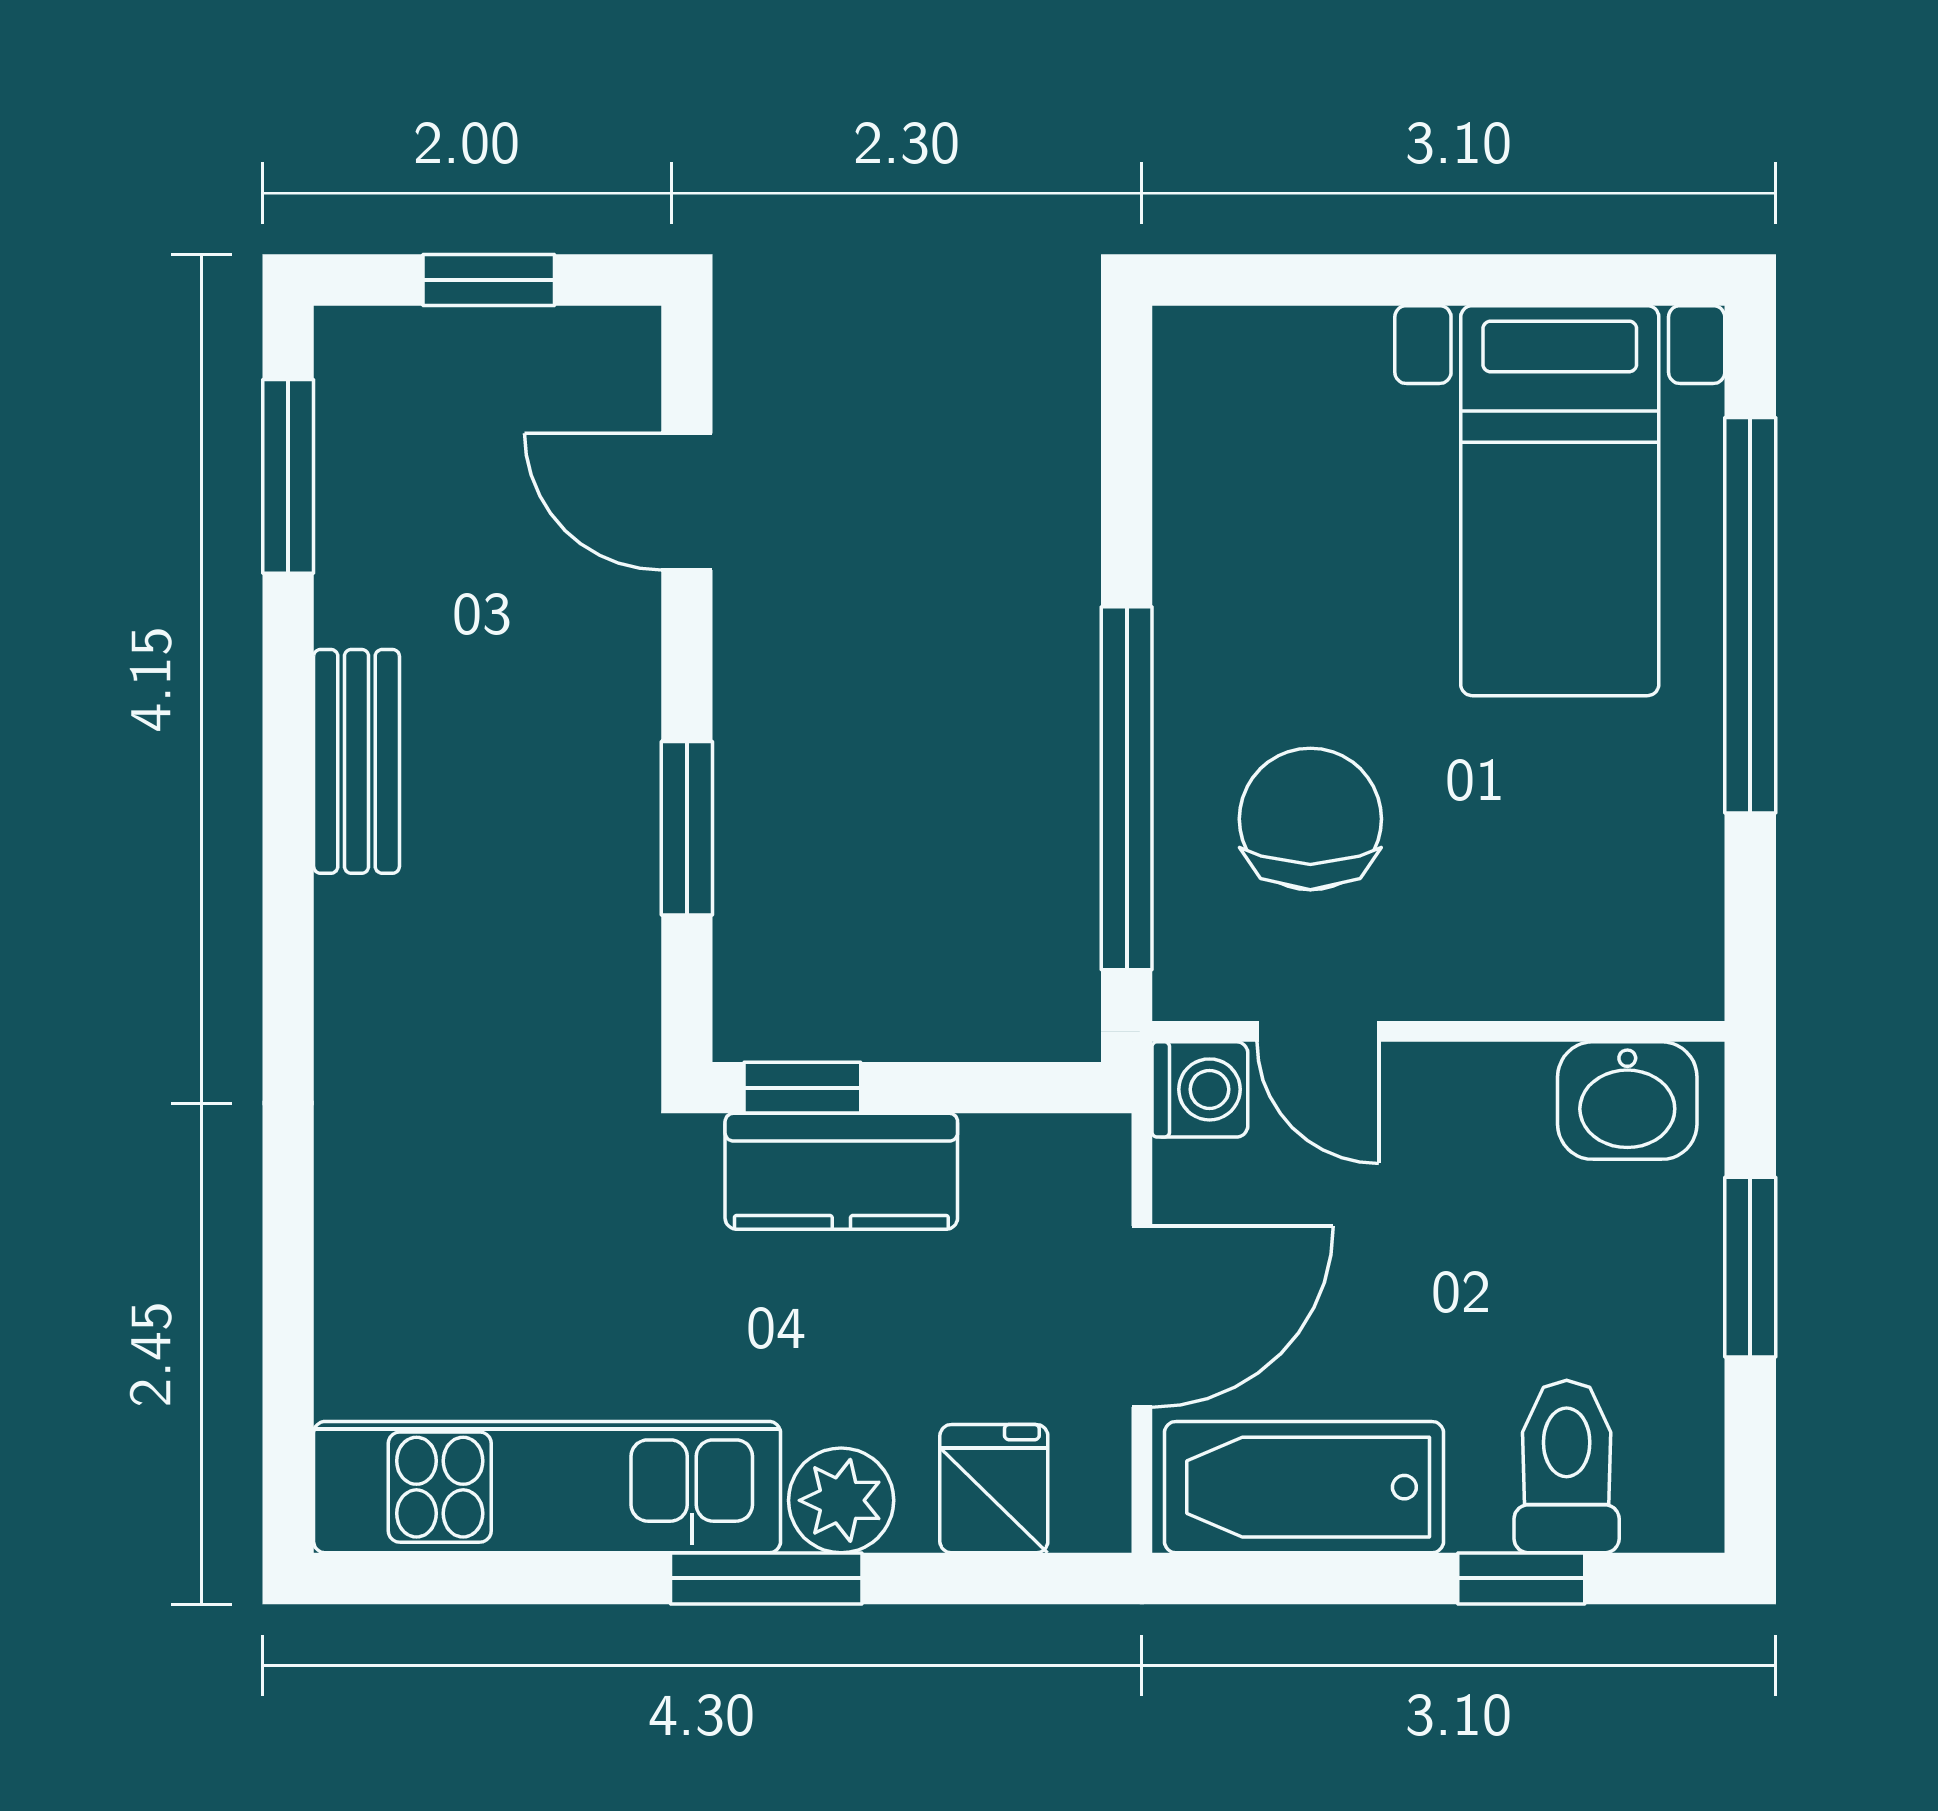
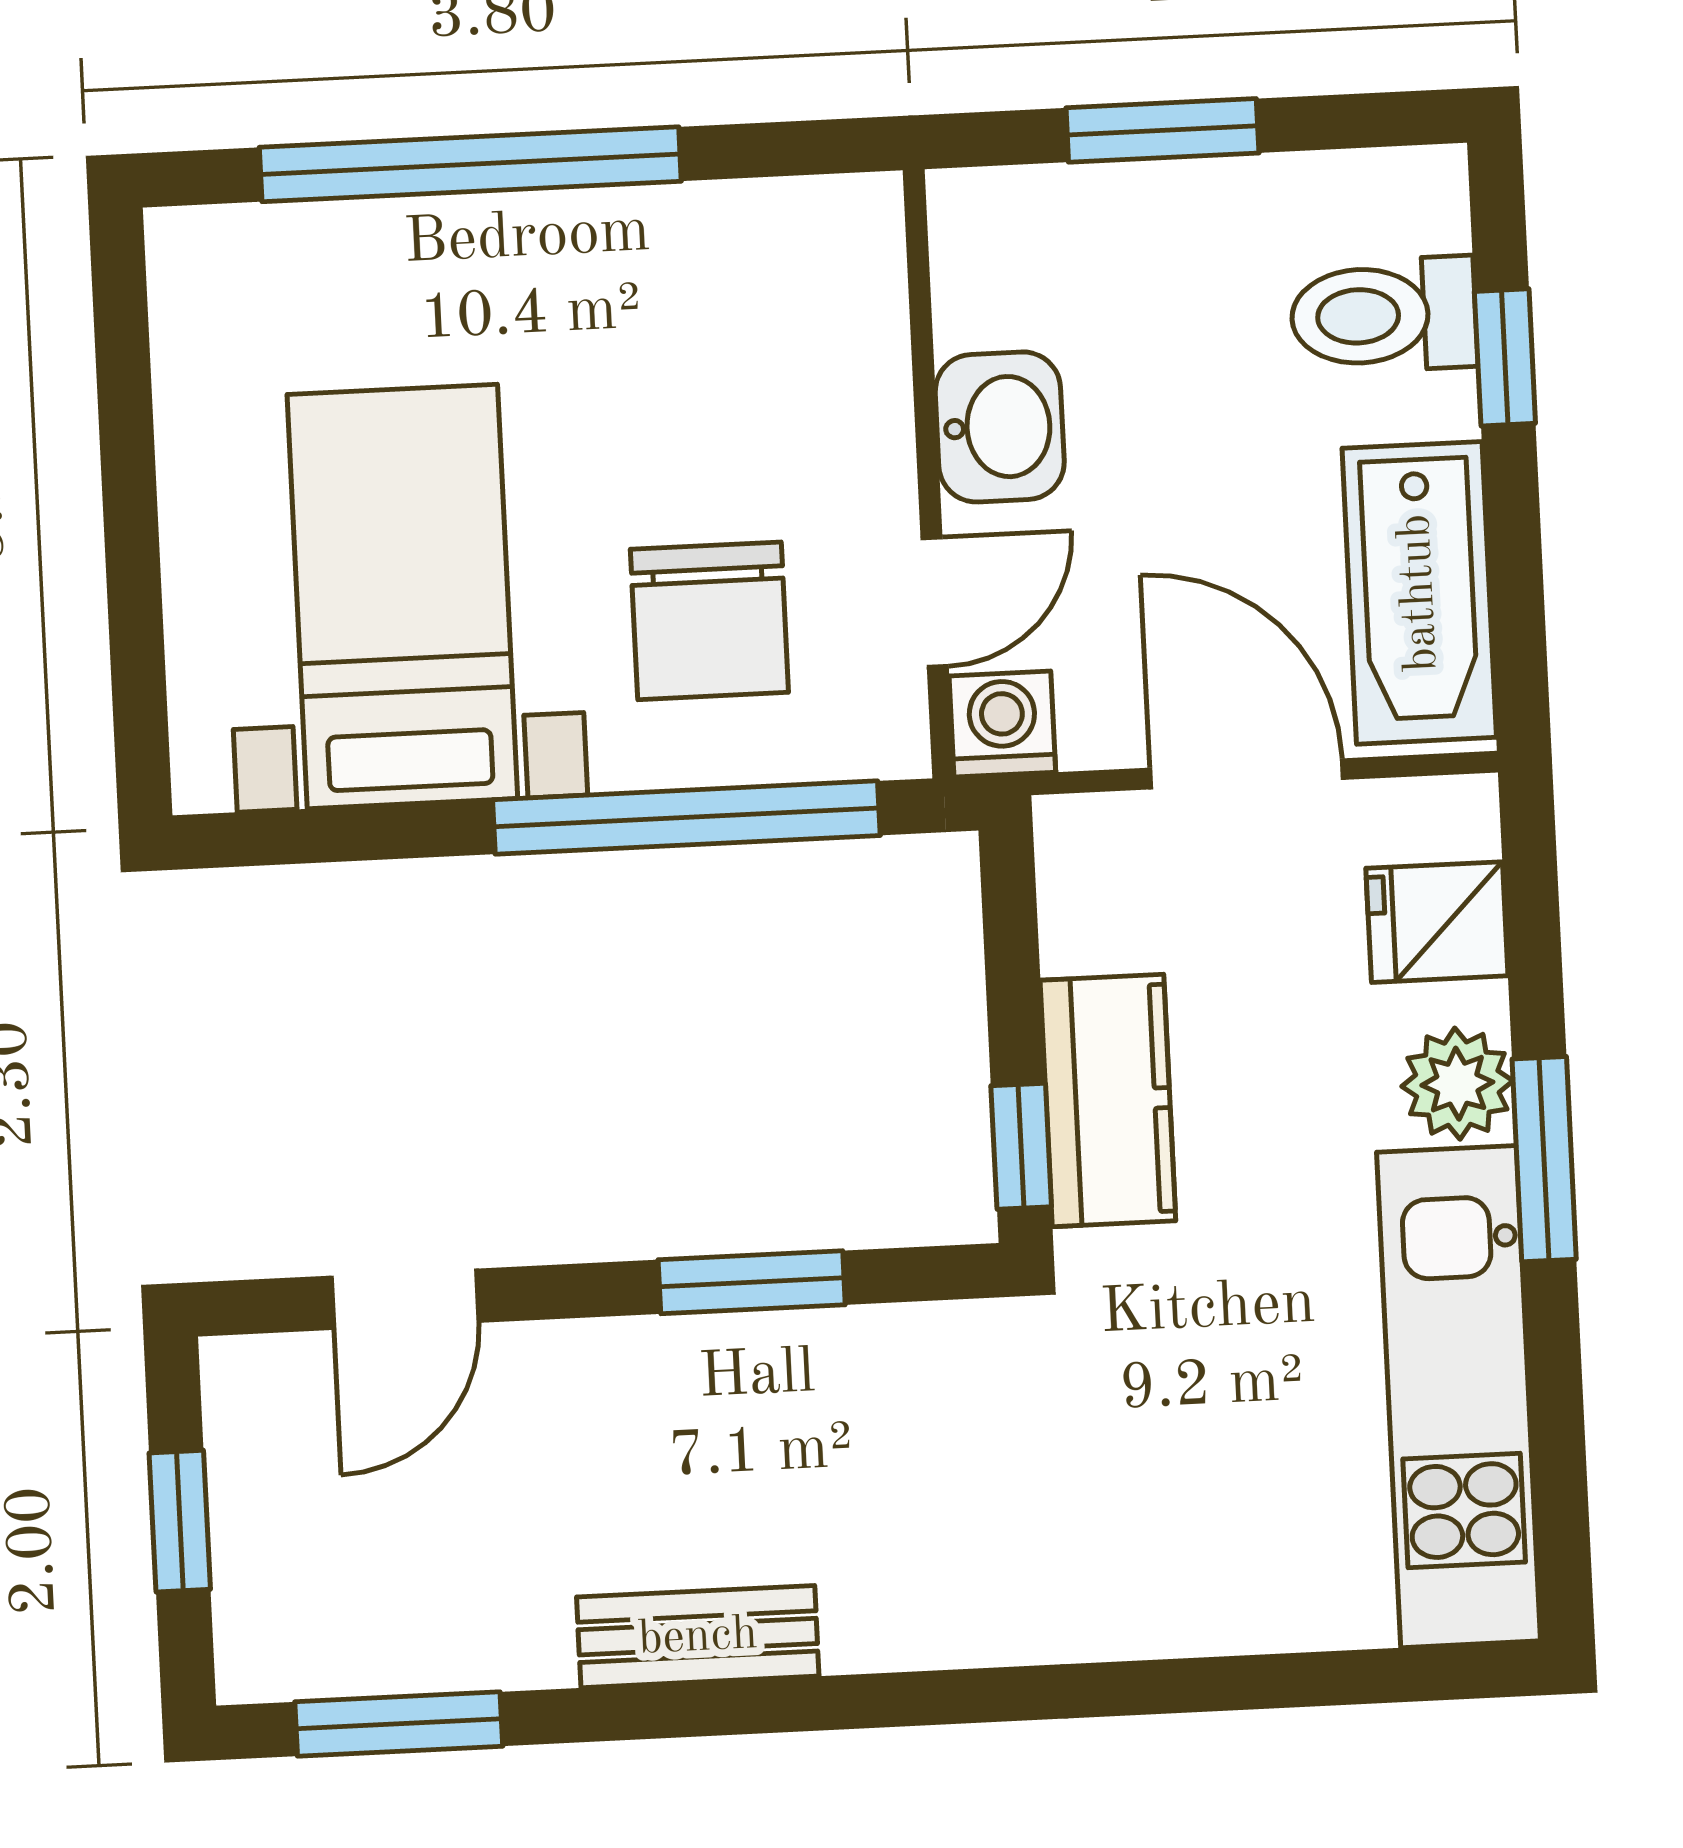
bed with nightstands: (1560, 501) -> (402, 597), moved, turned -90
chair: (1310, 819) -> (709, 621), turned -90
washbasin: (1627, 1101) -> (1000, 427), moved

